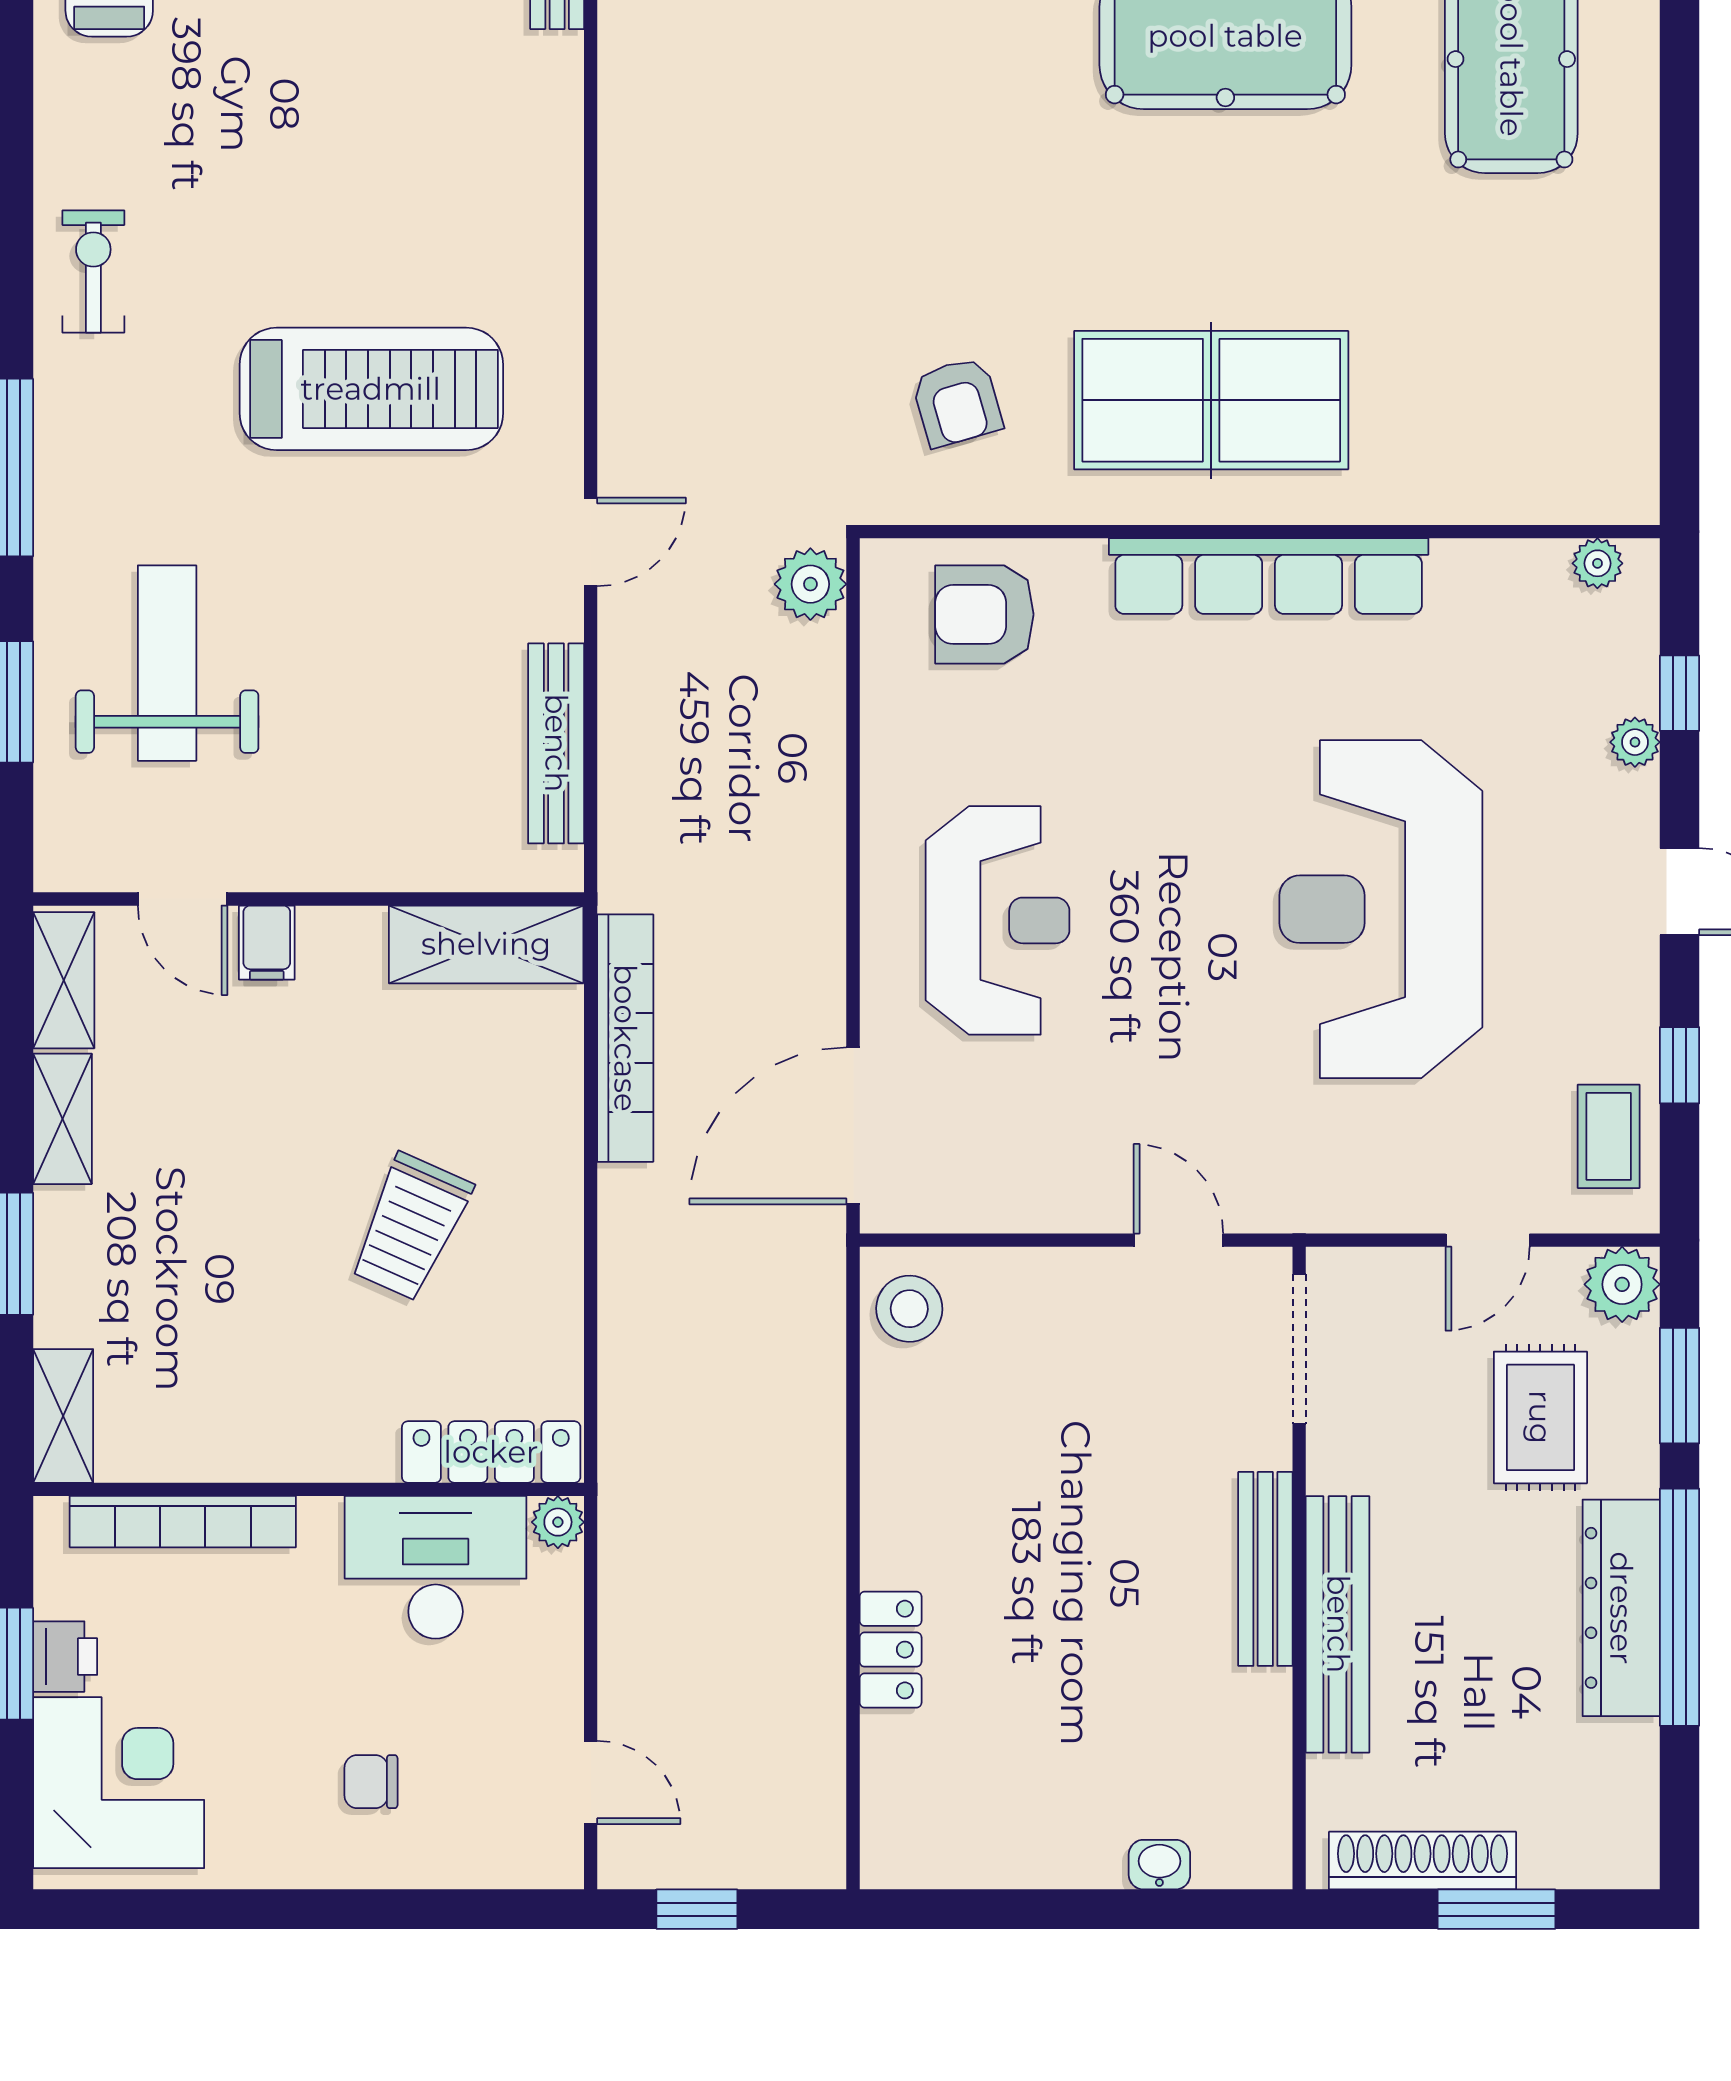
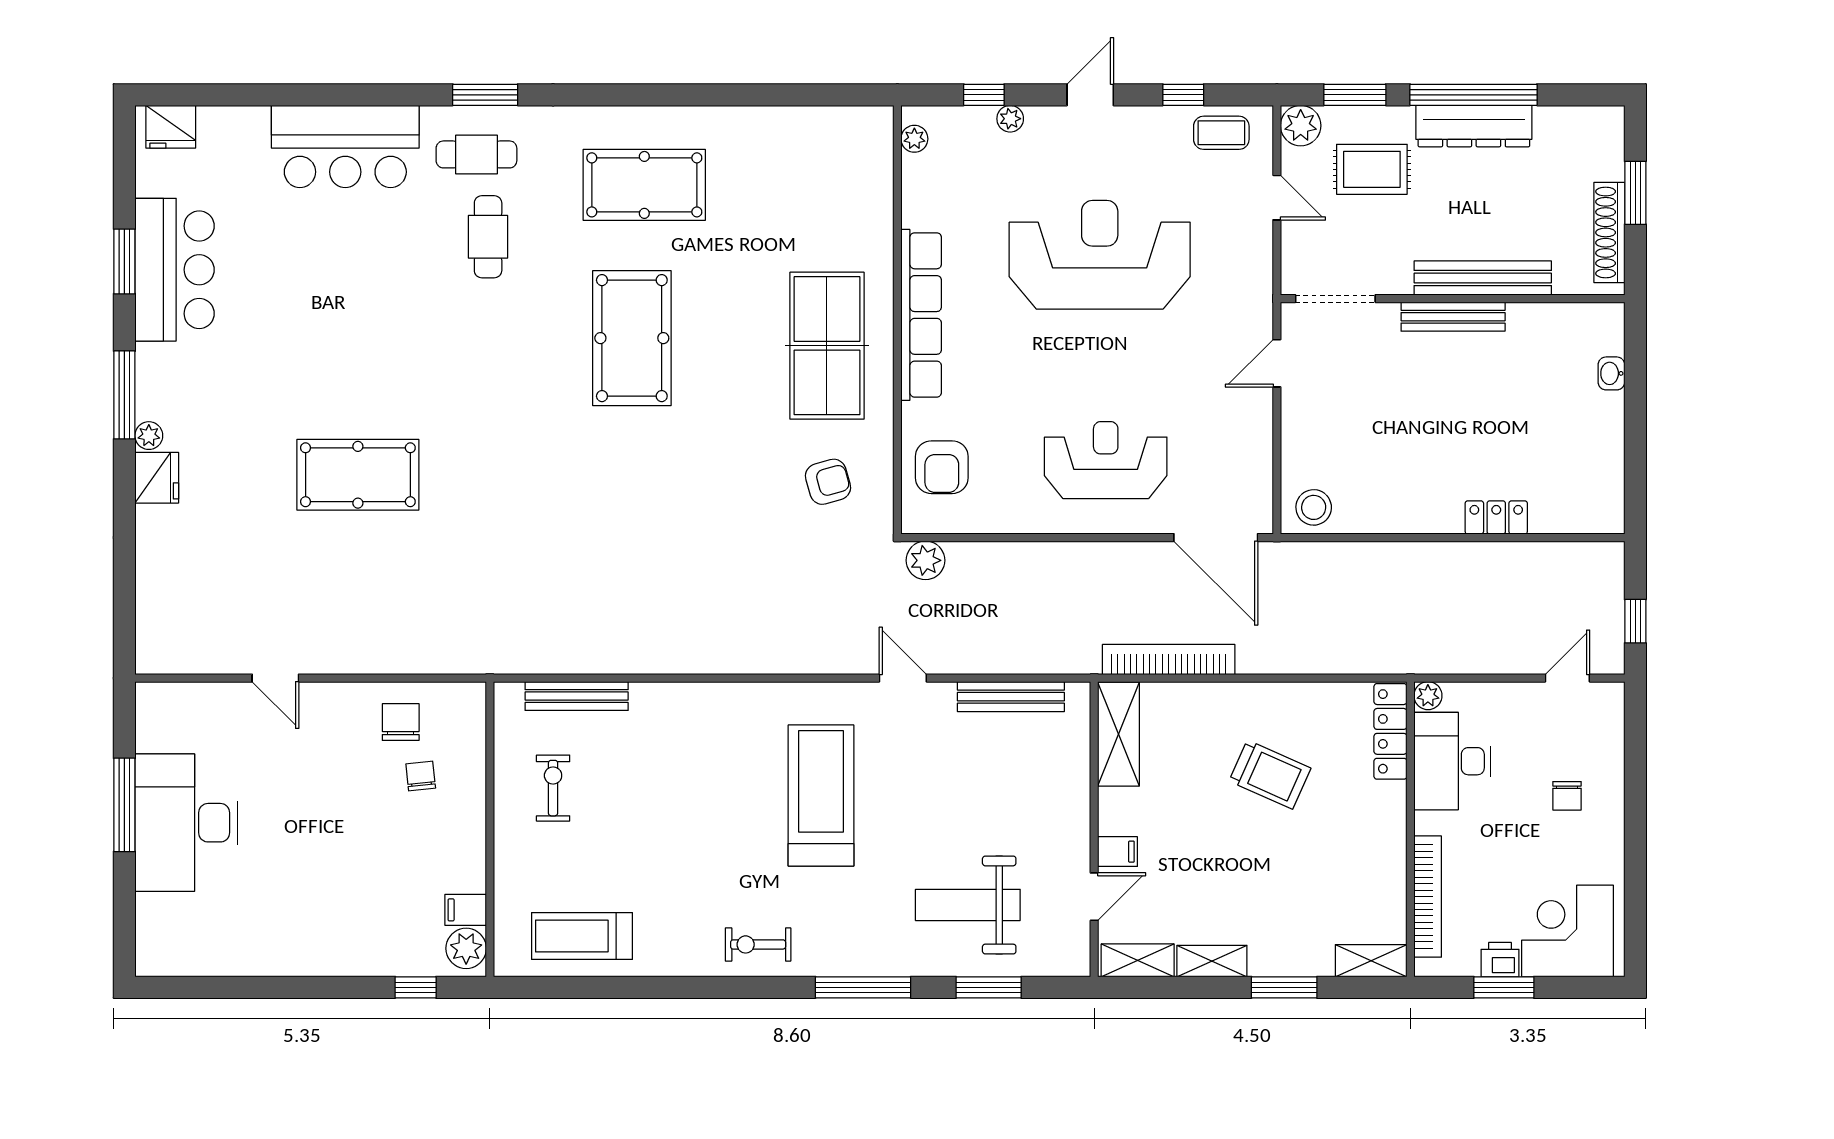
reception desk: (1381, 909) -> (1100, 255), turned 180

